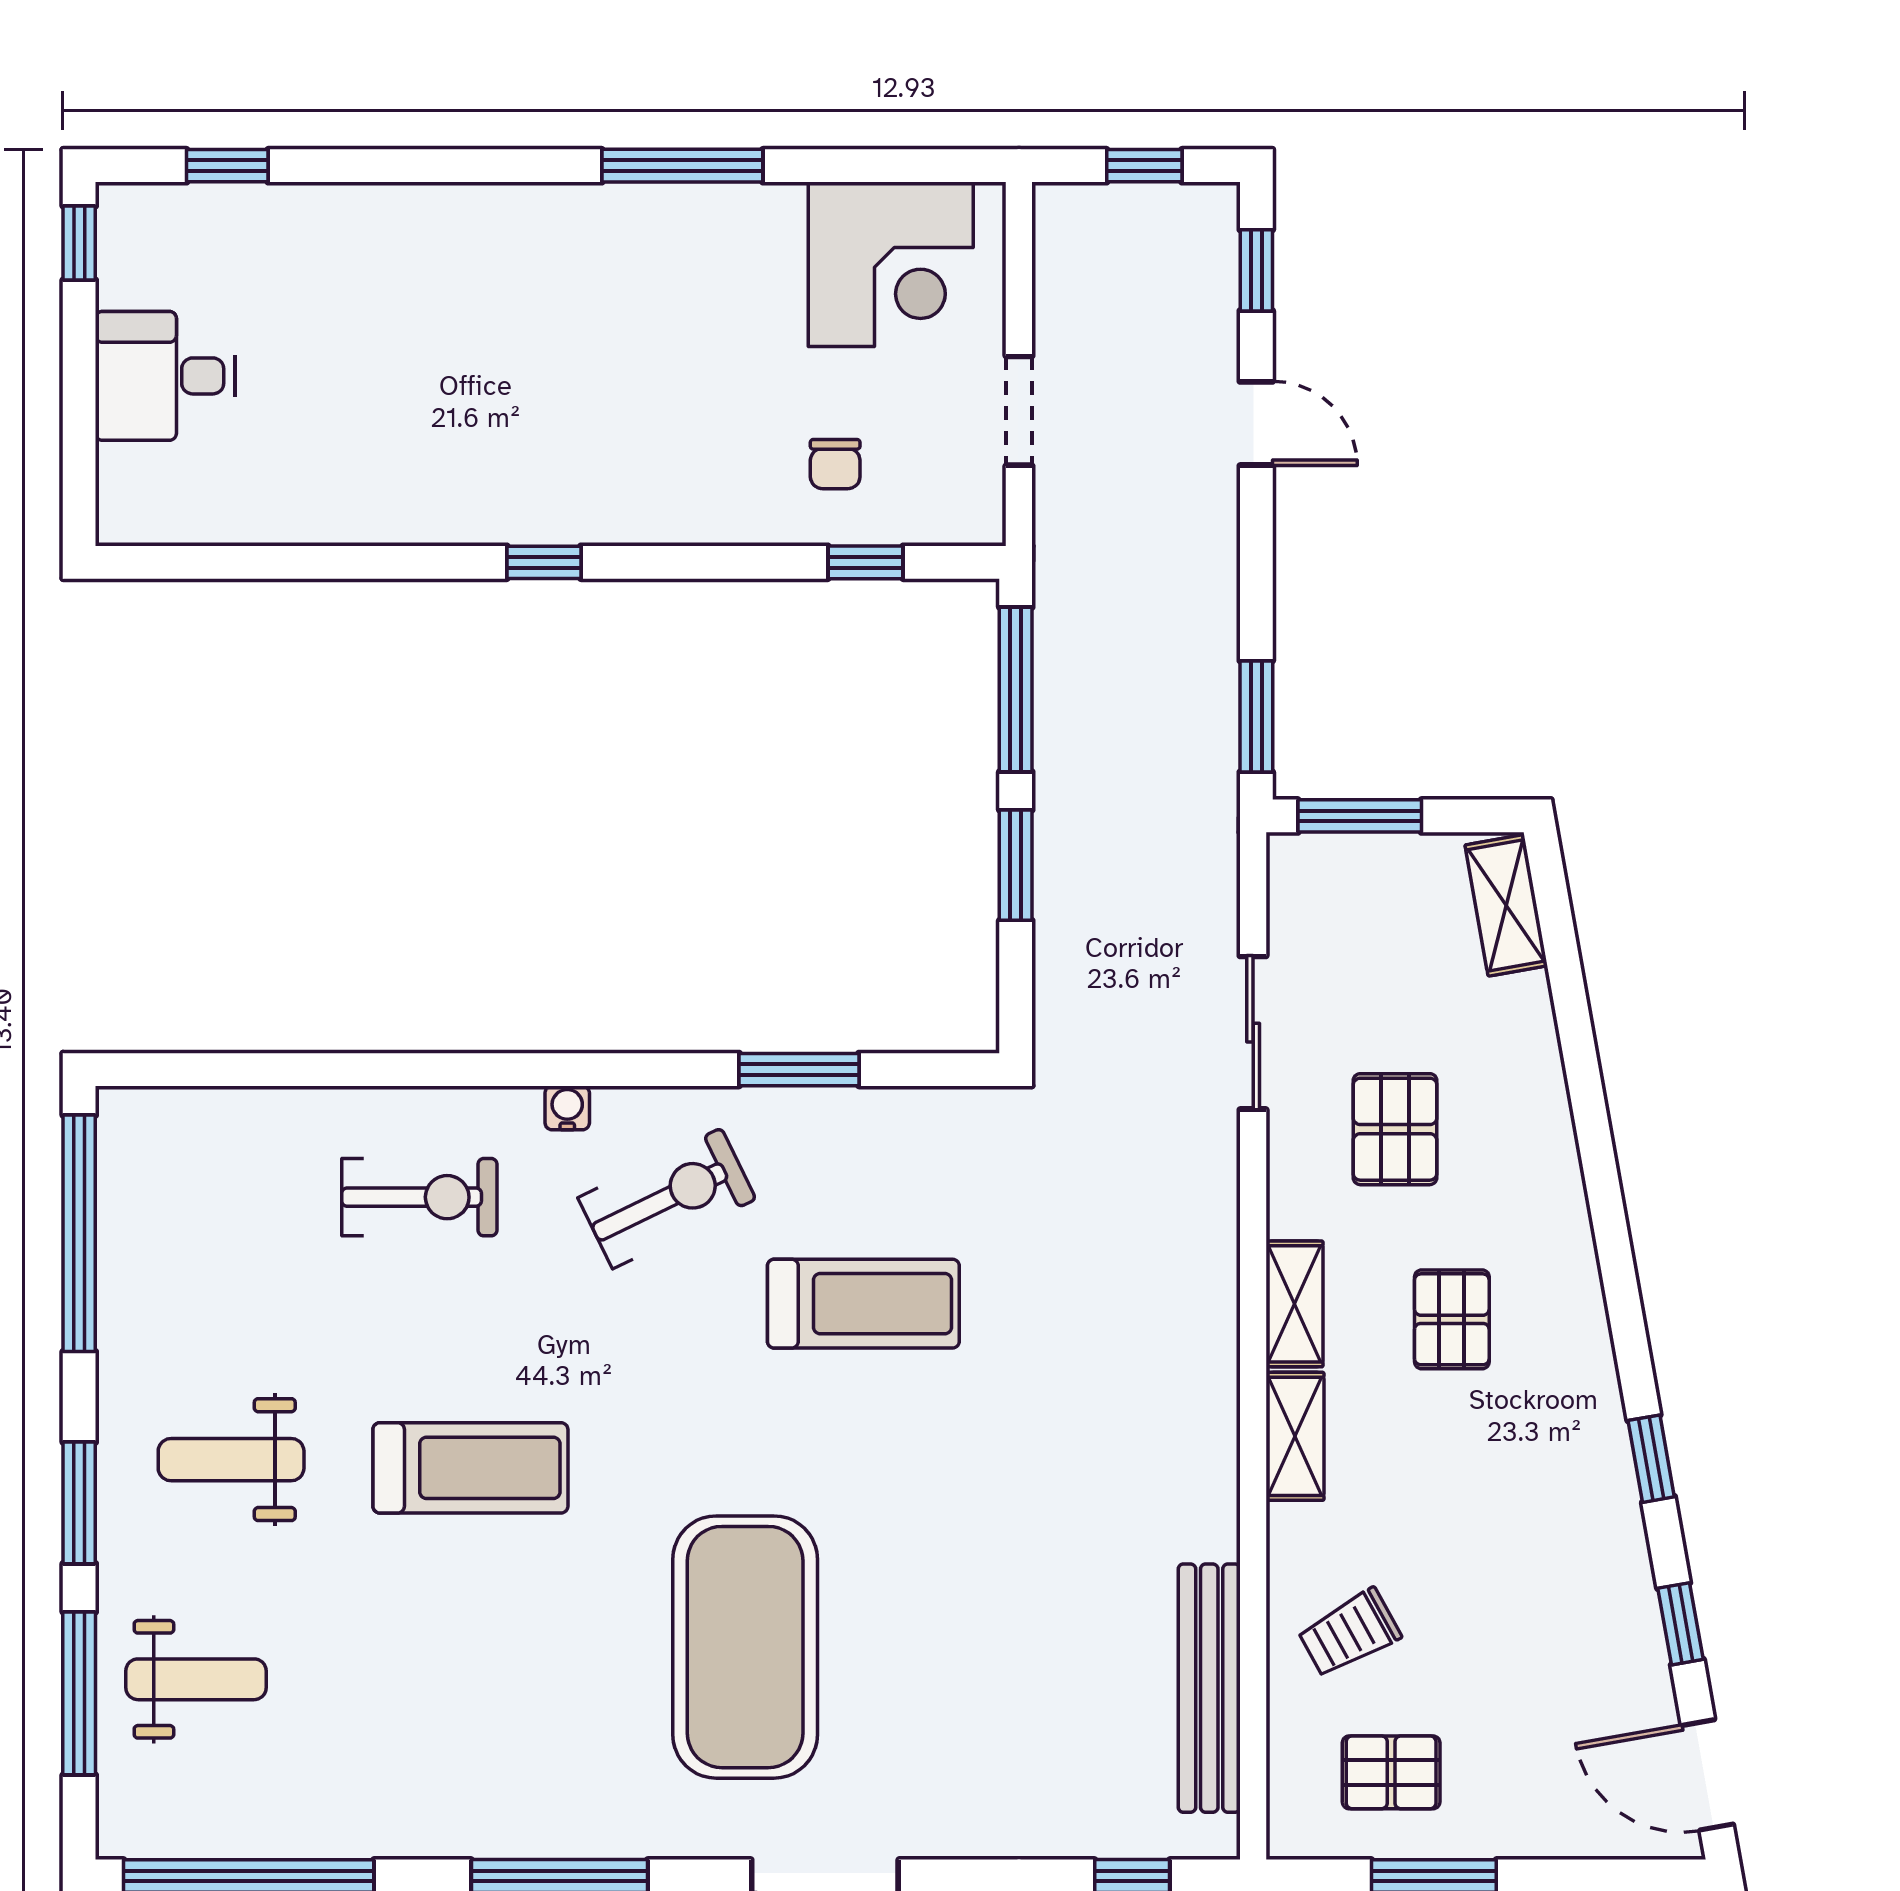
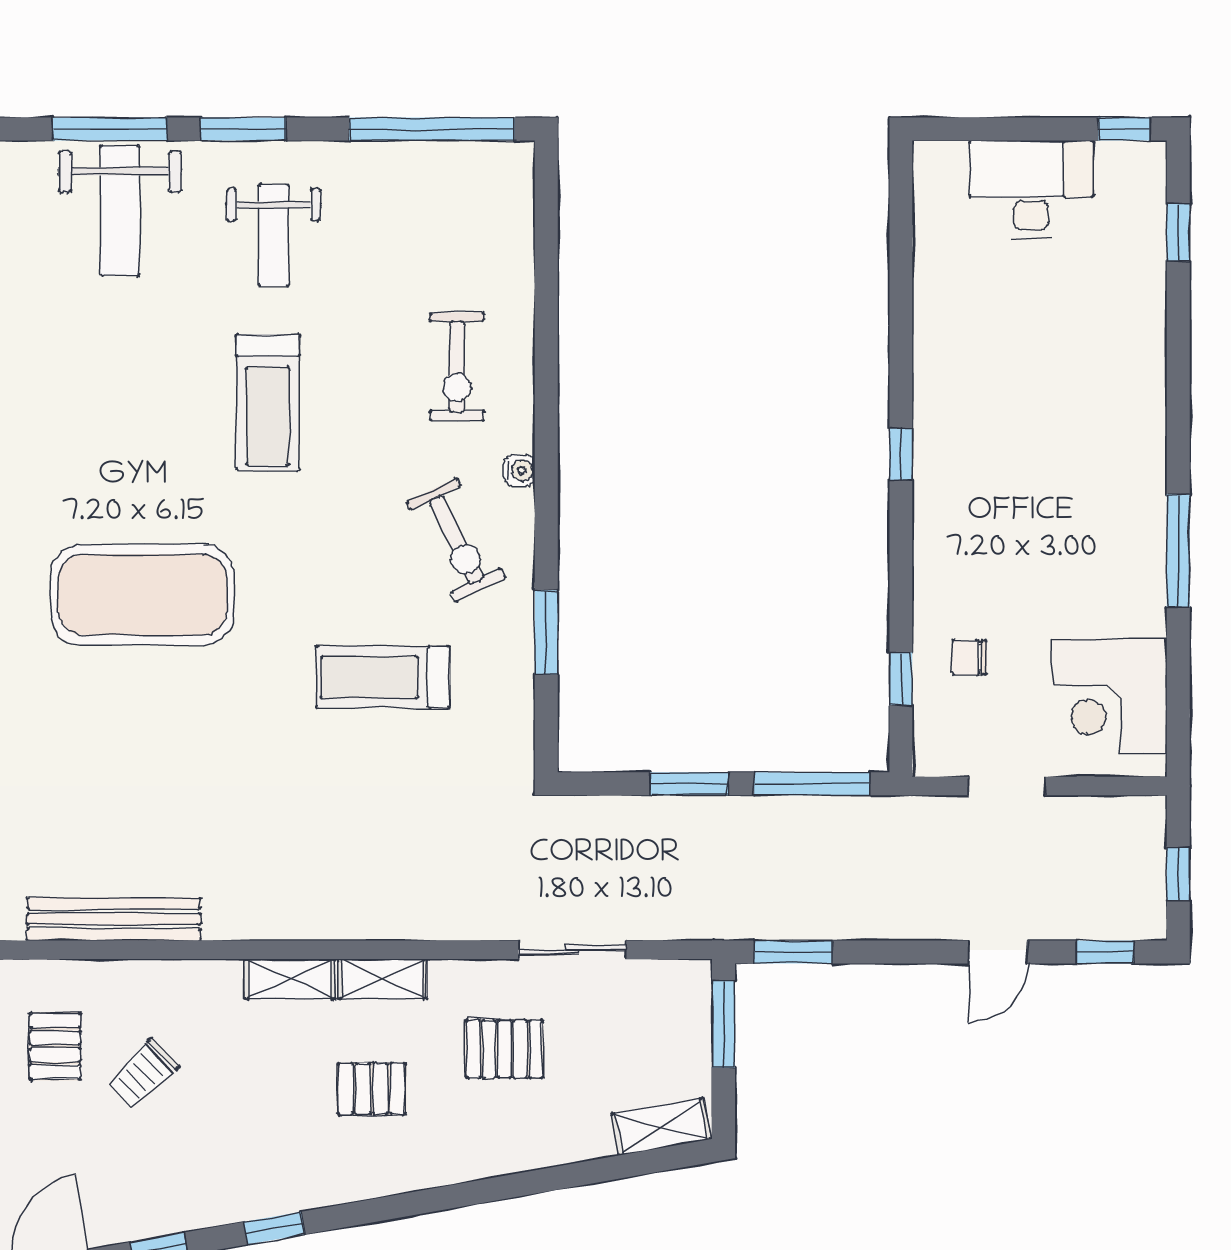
desk: (165, 376) -> (1031, 189), width x1.37
treadmill: (863, 1304) -> (383, 677), turned 90
weight bench: (231, 1460) -> (274, 235), turned 180
trolley: (1349, 1633) -> (143, 1074), moved, turned -105
weight bench: (196, 1679) -> (120, 211), width x1.36, depth x1.33

